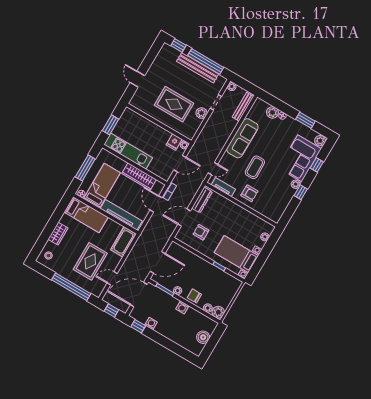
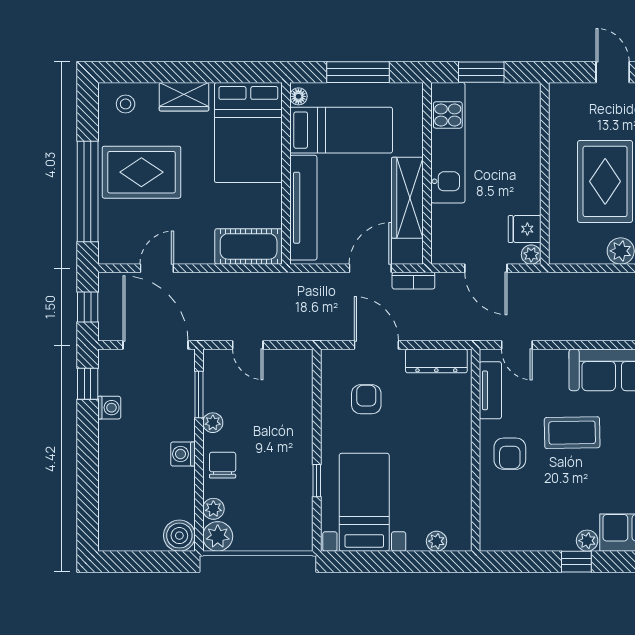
door: (137, 79) -> (613, 72), hinge flipped
bed: (86, 215) -> (248, 133), width x1.50
rug: (90, 261) -> (141, 172), moved
door: (158, 262) -> (248, 345), width x0.53
door: (112, 278) -> (157, 268), hinge flipped
boiler: (203, 337) -> (179, 536), moved

